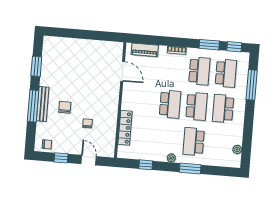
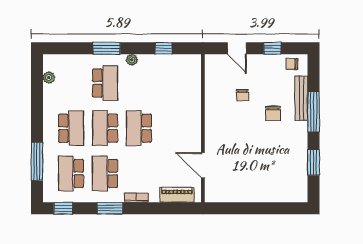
window: (209, 45) -> (110, 208), moved
bench: (43, 104) -> (301, 98), moved
locker: (125, 128) -> (194, 93), removed

